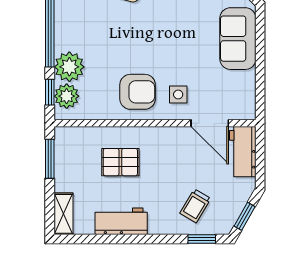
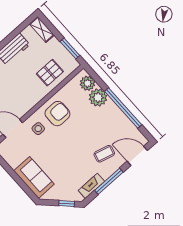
window: (50, 92) -> (97, 78), removed
armchair: (138, 92) -> (57, 114), turned 180
pallet: (120, 162) -> (50, 73), moved

